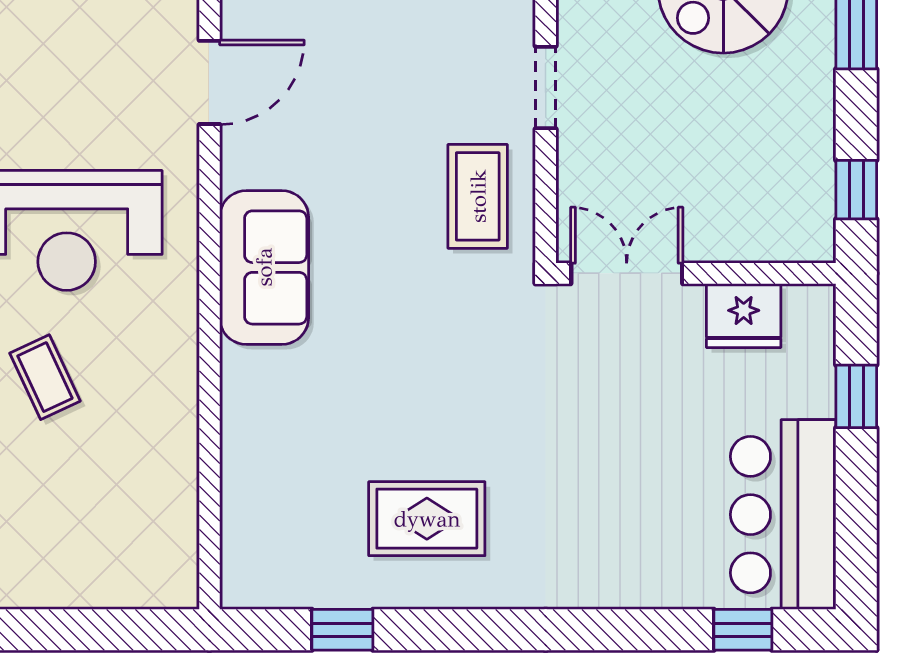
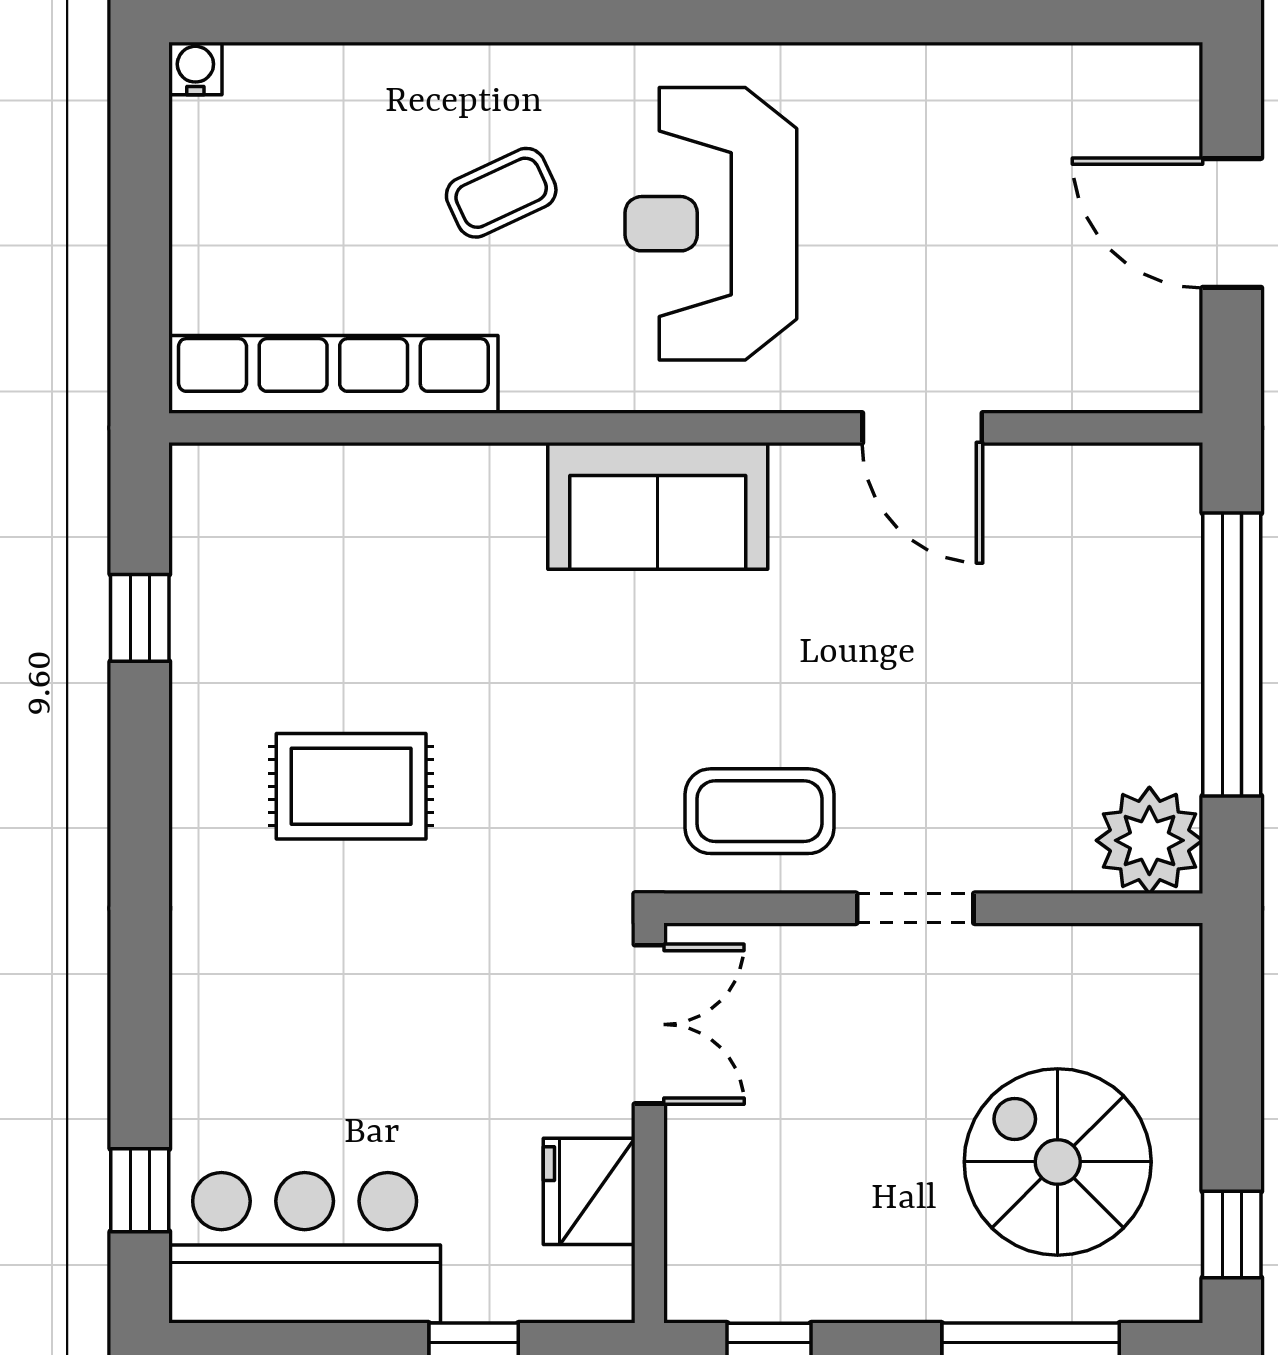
row of seats: (172, 494) -> (333, 374), added
rug: (427, 519) -> (351, 786), moved, turned 90

